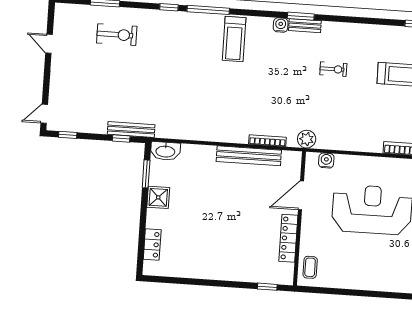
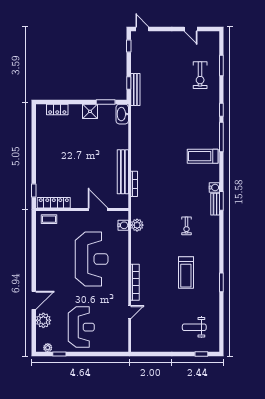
door: (49, 44) -> (191, 29), swing flipped
plant: (307, 139) -> (137, 225), moved
locker: (288, 238) -> (54, 203), moved

